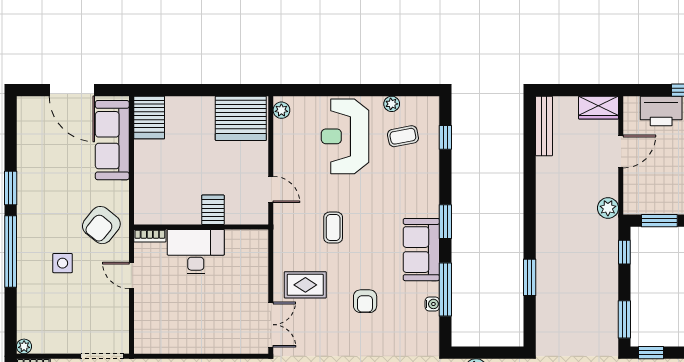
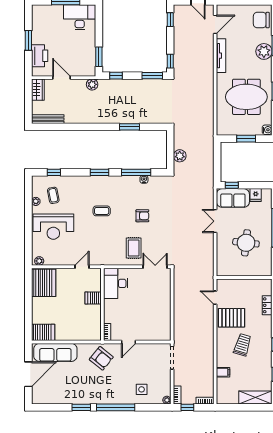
coffee table: (333, 228) -> (102, 211), moved
sofa: (421, 250) -> (114, 185), removed
desk: (196, 252) -> (116, 283), moved
side table: (63, 263) -> (142, 389), moved

